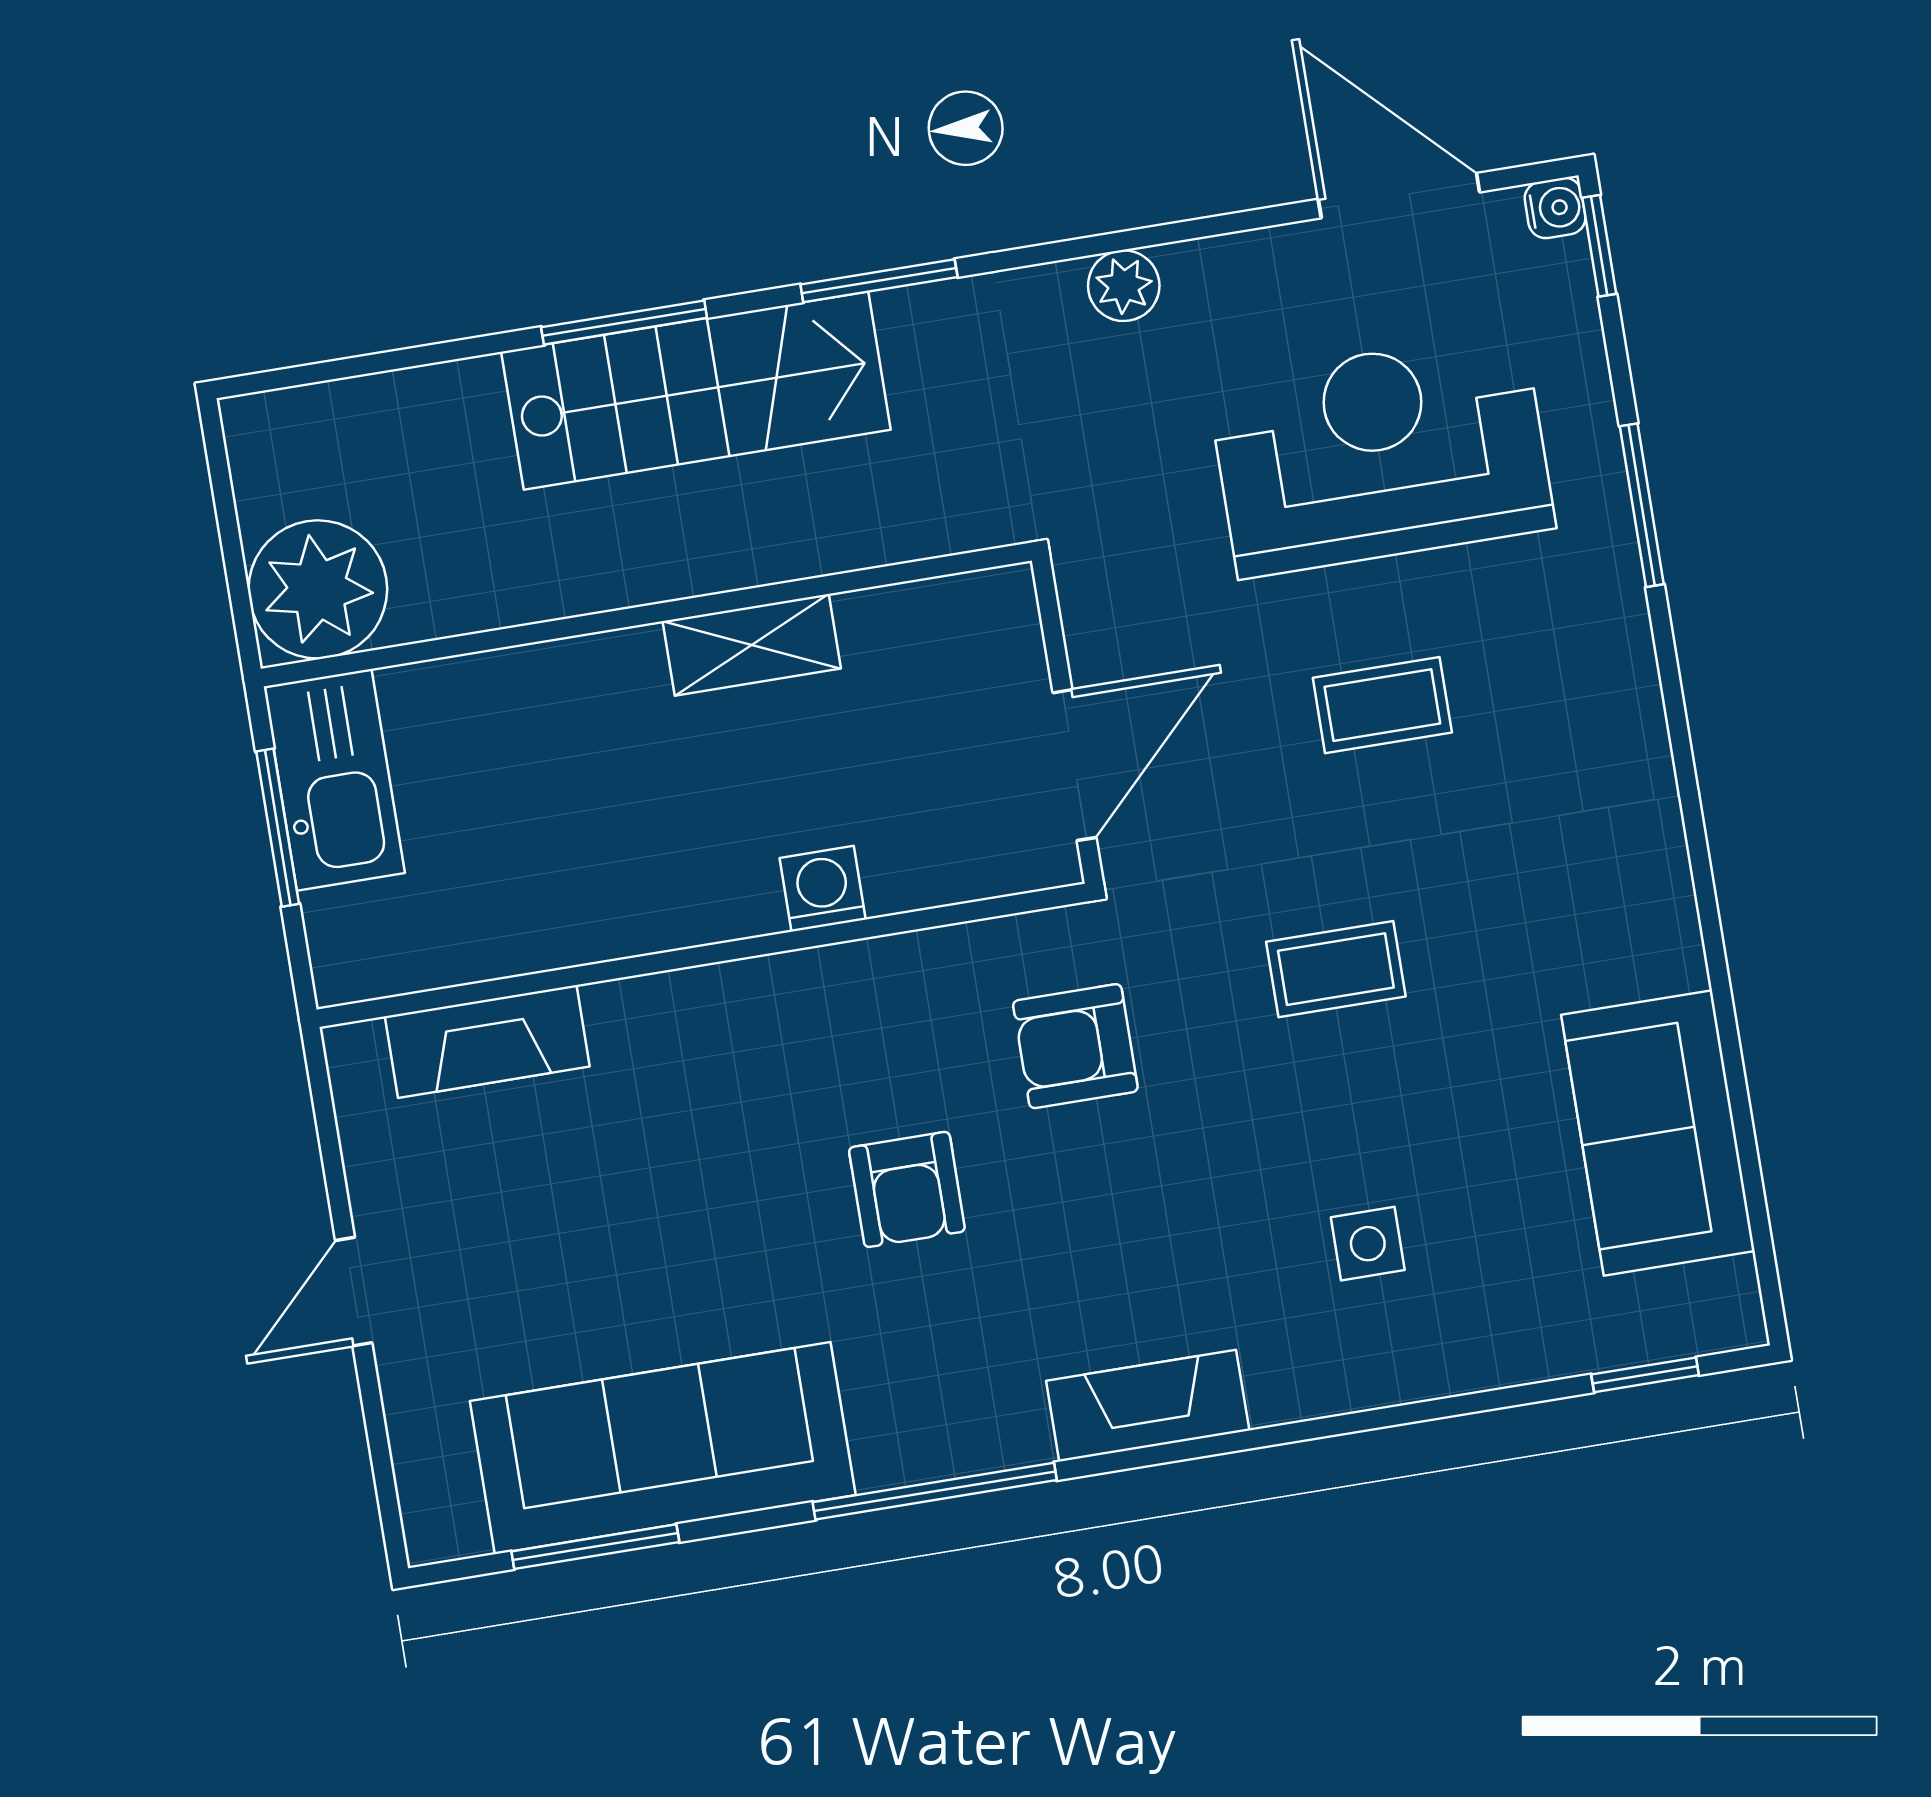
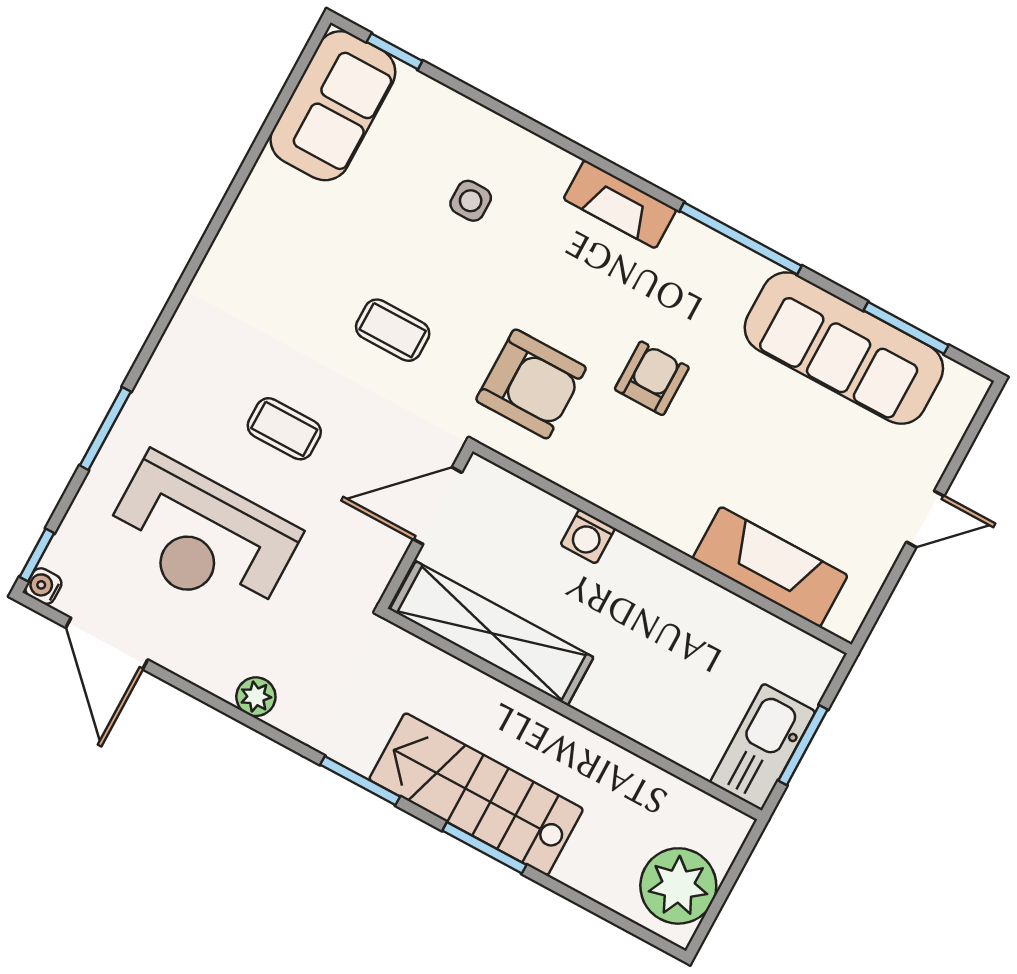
plant: (318, 589) -> (678, 886), moved
shelving: (752, 645) -> (492, 633), width x2.20, depth x1.33
fireplace: (487, 1041) -> (770, 567), width x1.37, depth x1.32
armchair: (1075, 1046) -> (531, 384), width x1.38, depth x1.38
sofa: (1658, 1133) -> (333, 106), moved

